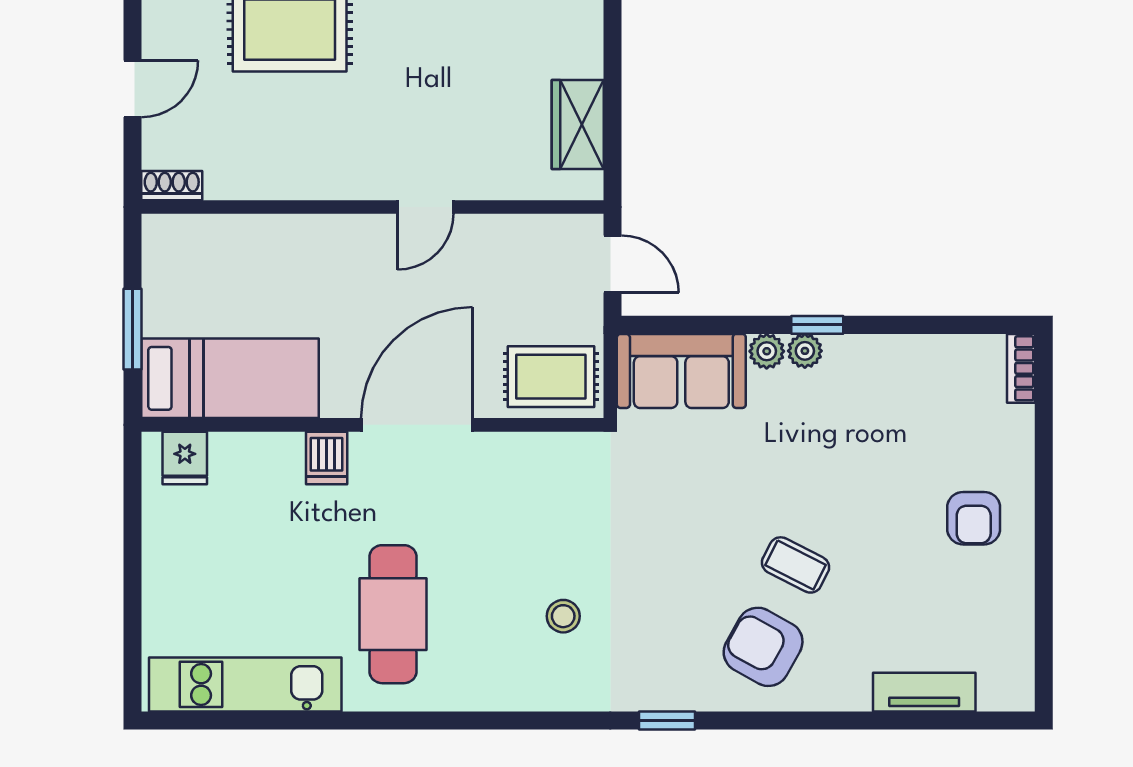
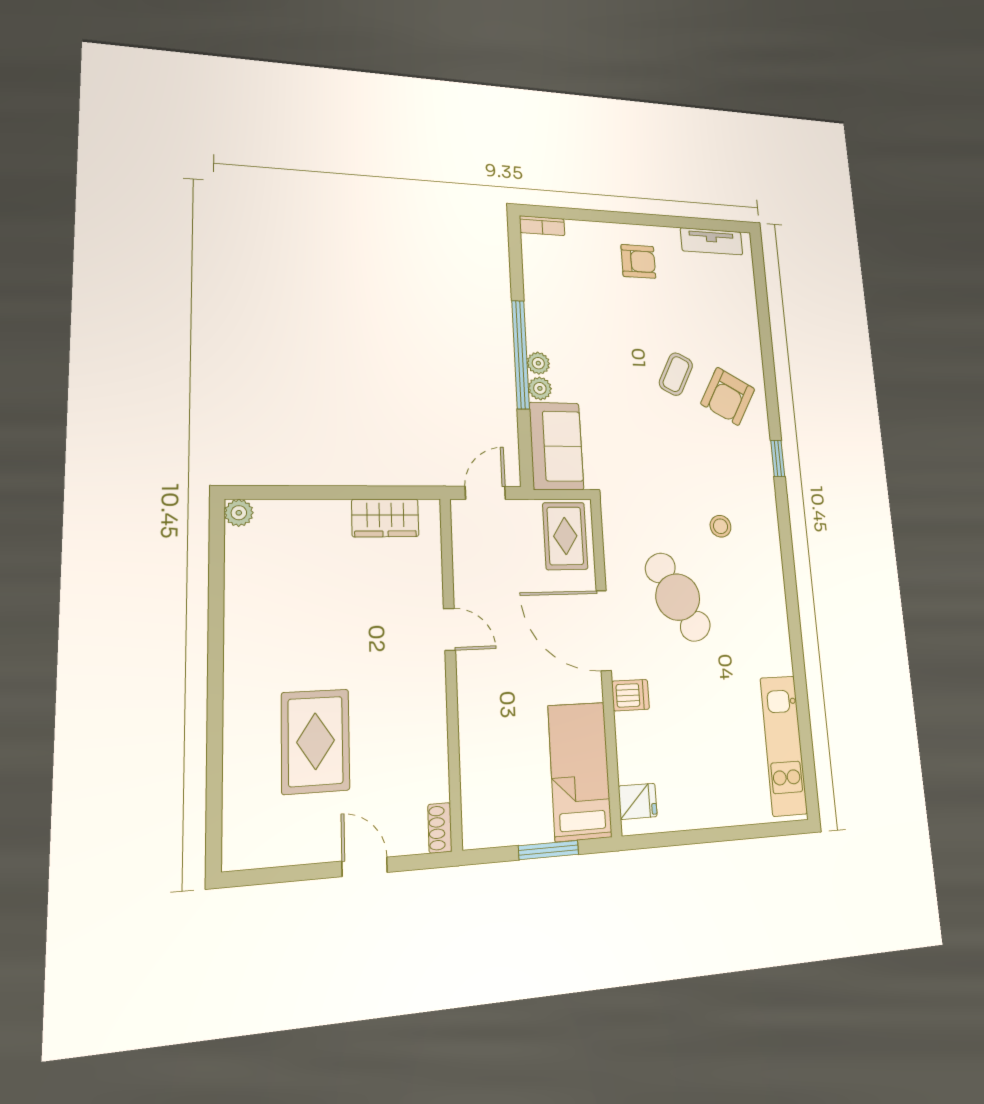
window: (817, 325) -> (521, 354), width x3.17
cafe table: (393, 614) -> (678, 597), moved, turned 61
tv unit: (924, 692) -> (712, 241), moved, turned -90

